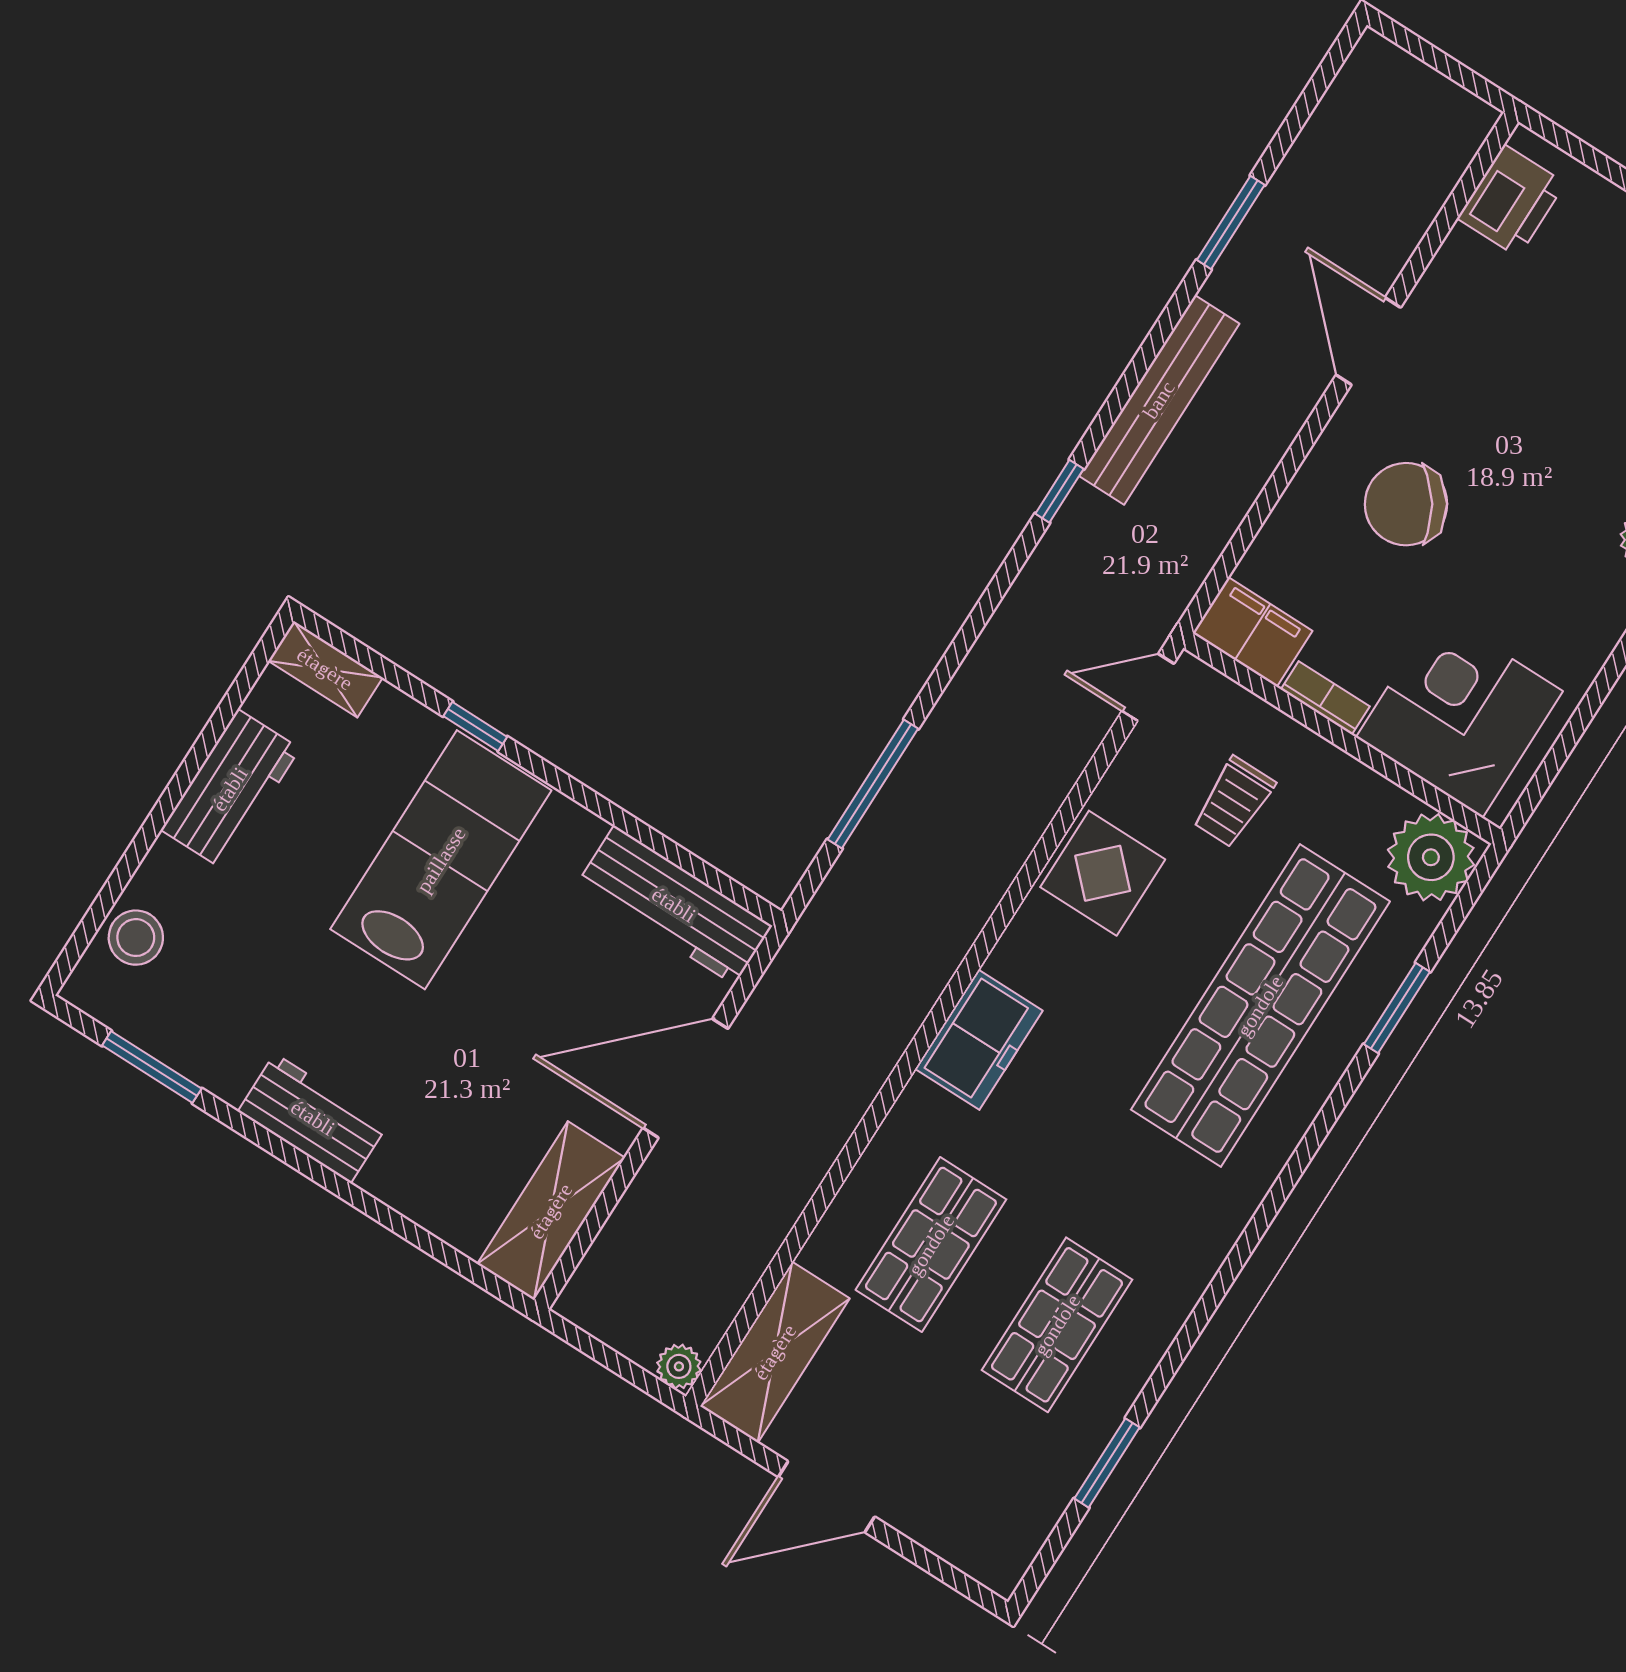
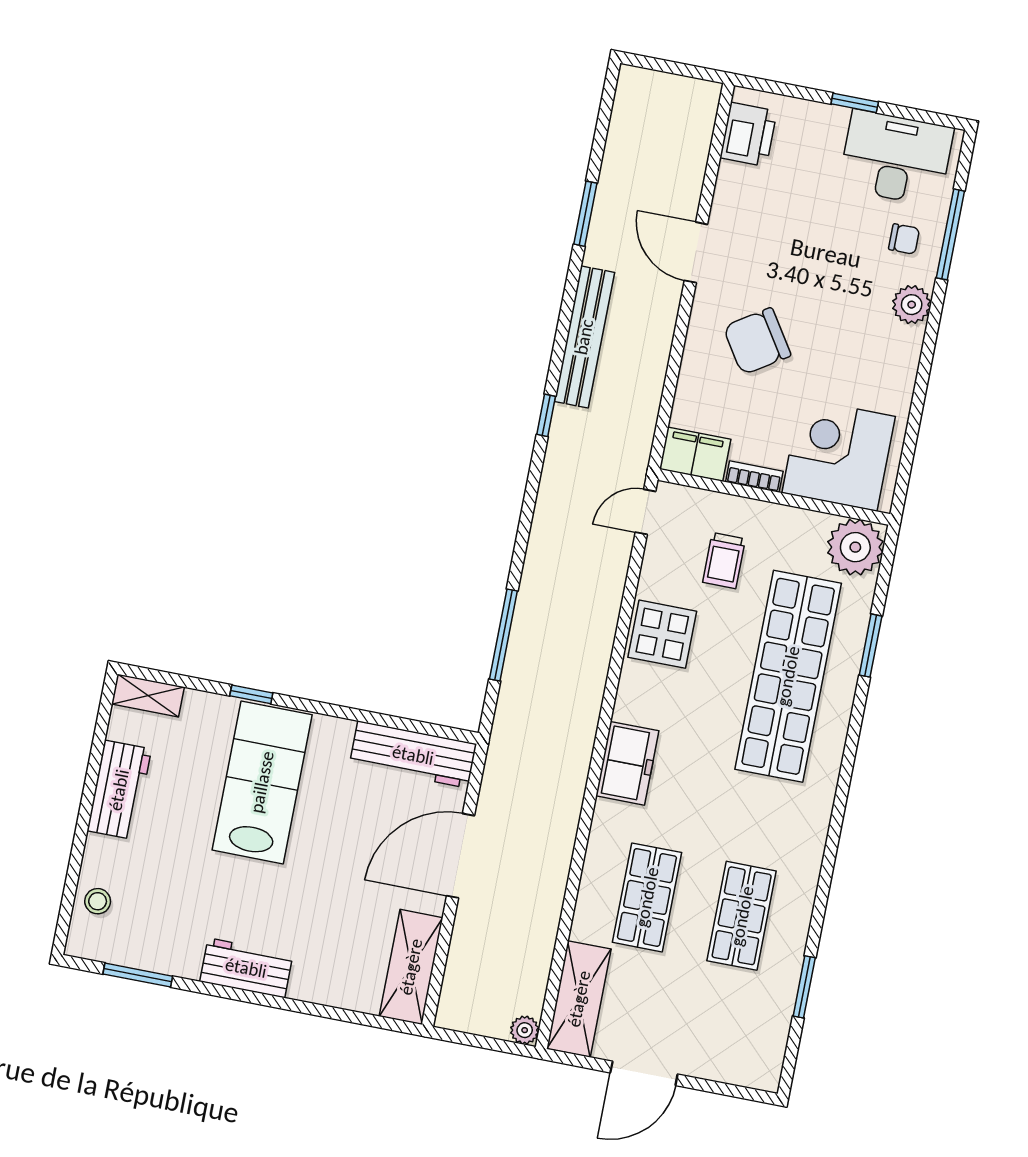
stool: (136, 938) -> (98, 901), width x0.73, depth x0.73

